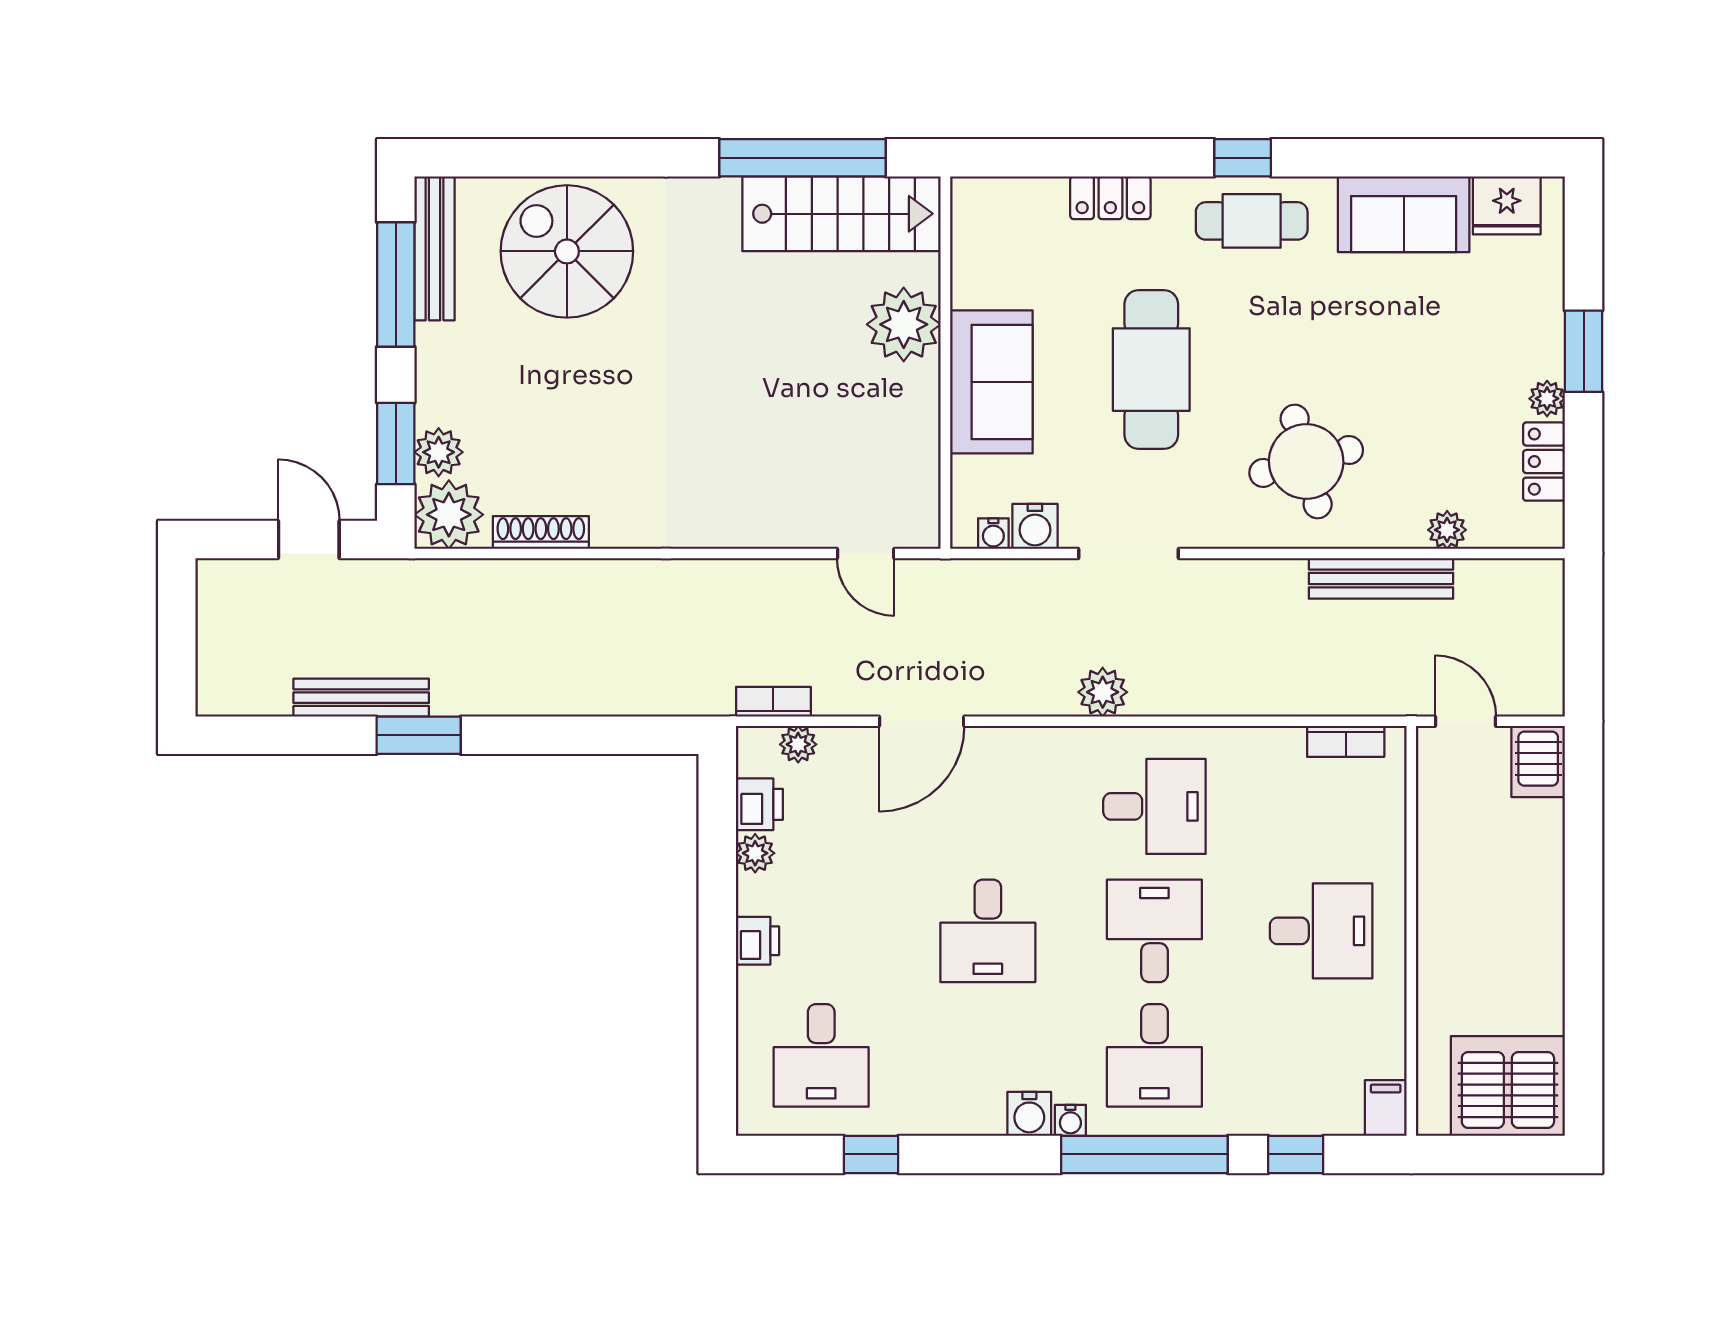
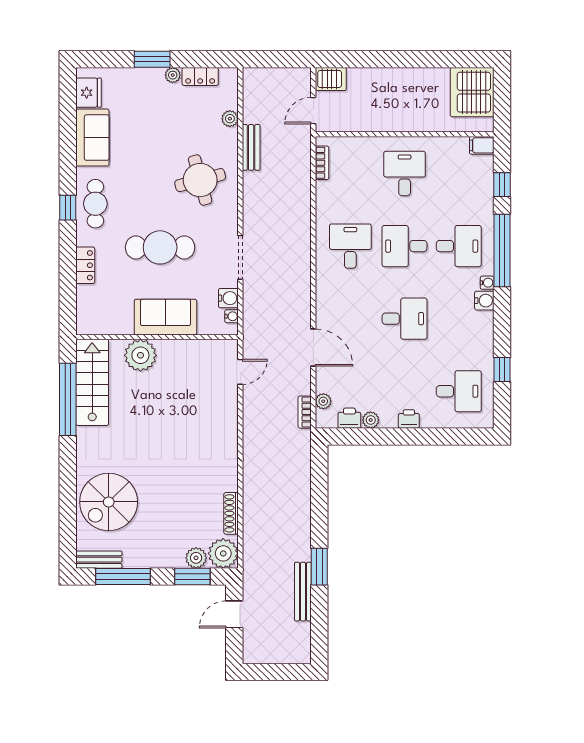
bench: (435, 248) -> (99, 560), width x0.73
bench: (1381, 578) -> (251, 147), width x0.73
plant: (1103, 692) -> (301, 269), removed

